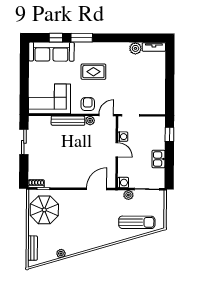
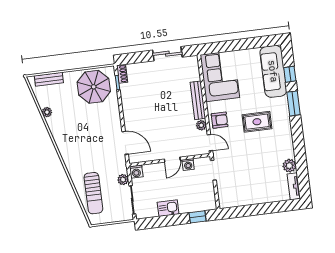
rug: (93, 72) -> (257, 122), turned 90

